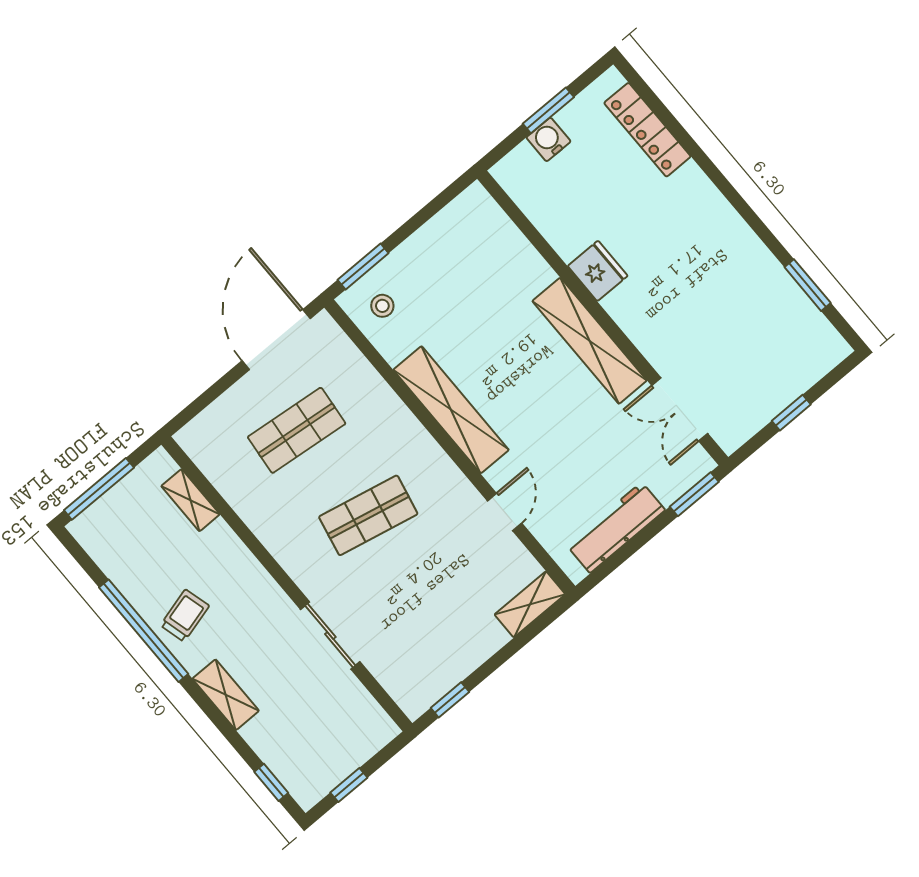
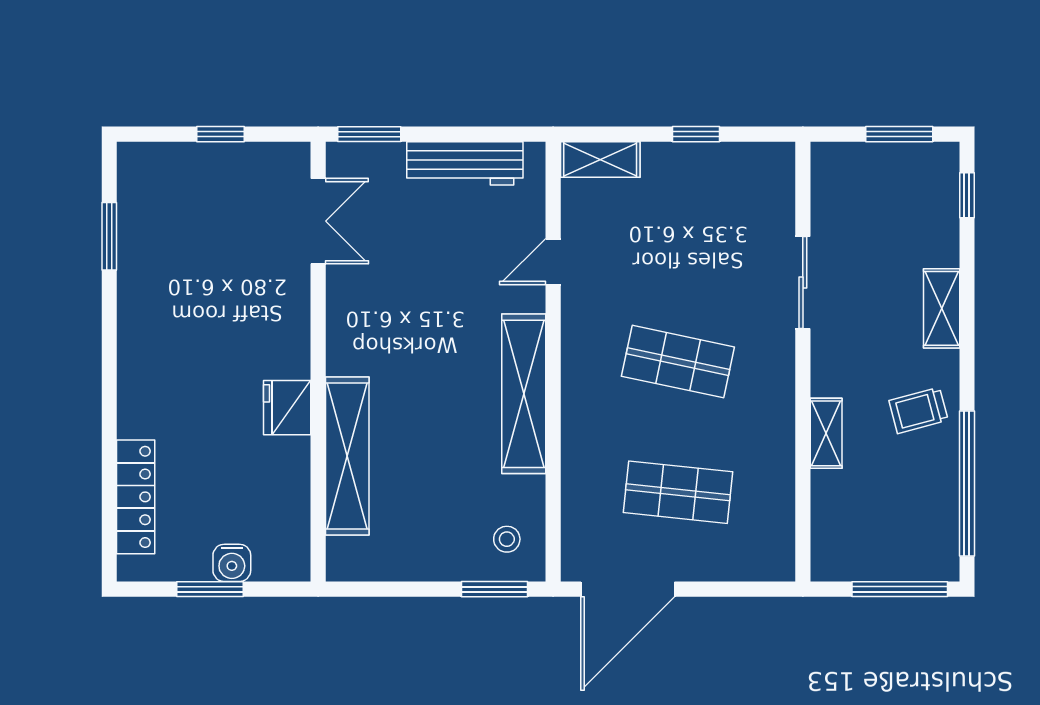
shelving: (590, 341) -> (347, 456), moved
shelving: (190, 500) -> (826, 433), moved
window: (144, 631) -> (967, 483), moved
window: (450, 700) -> (696, 134), moved
window: (349, 785) -> (899, 134), width x1.50

